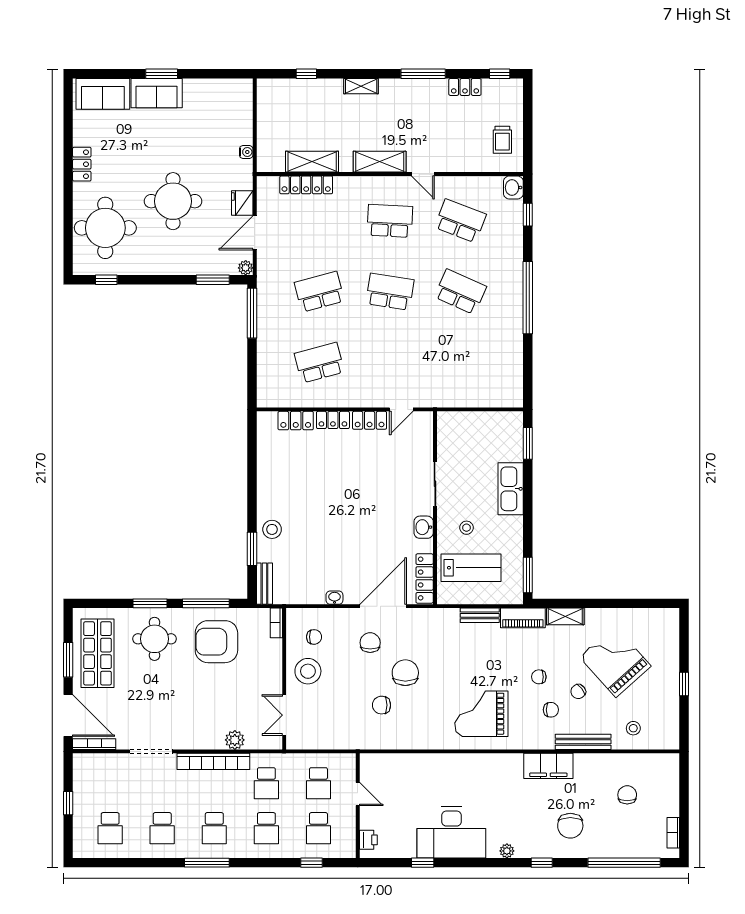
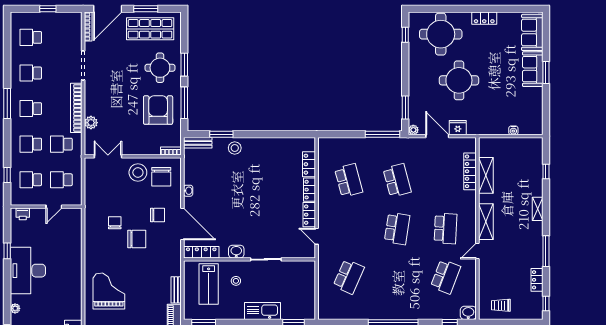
water cooler: (246, 152) -> (513, 130), moved
school desk: (460, 292) -> (349, 277), moved
chair: (314, 637) -> (161, 177), width x1.87, depth x1.87

